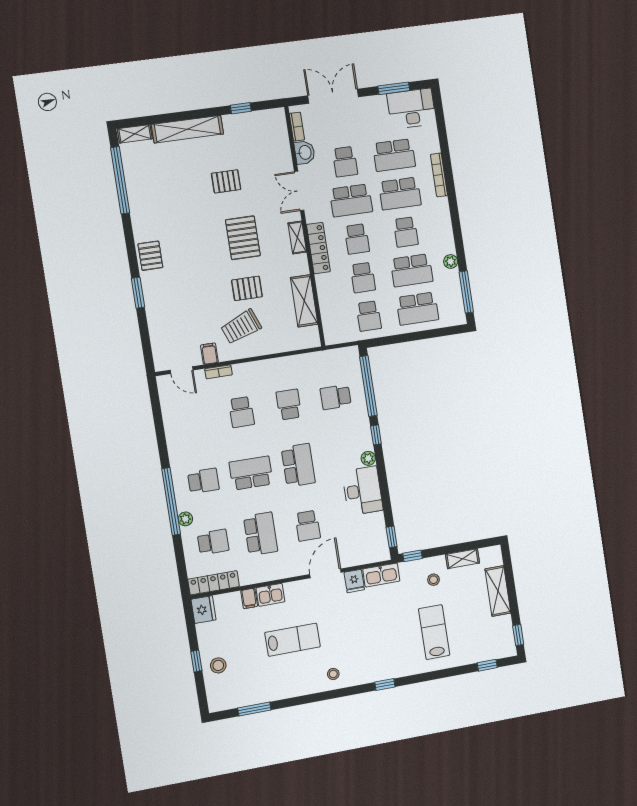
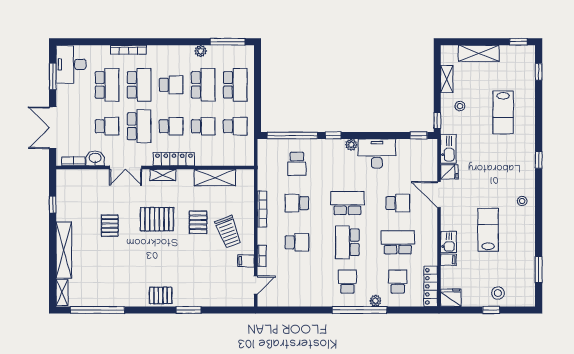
bookcase: (275, 363) -> (262, 209), added
lab bench: (434, 632) -> (503, 112), turned -90

